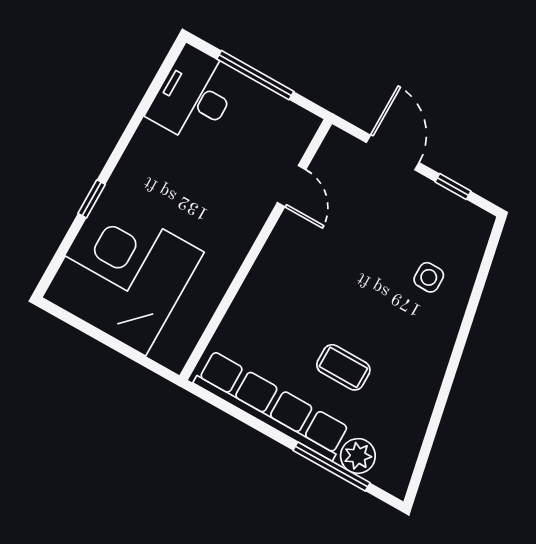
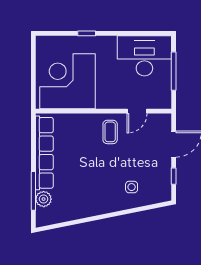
desk: (194, 95) -> (144, 56), width x1.36, depth x1.30
corner desk: (123, 275) -> (68, 81), moved, turned -90
coffee table: (343, 367) -> (110, 132), moved

